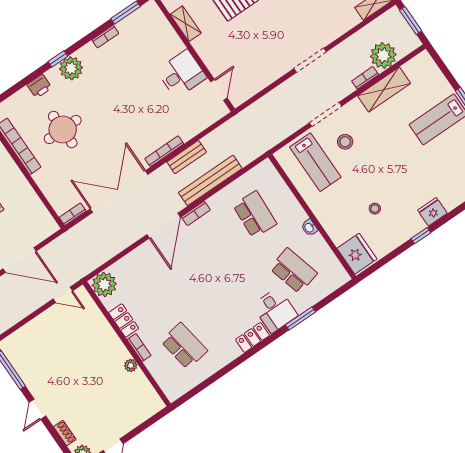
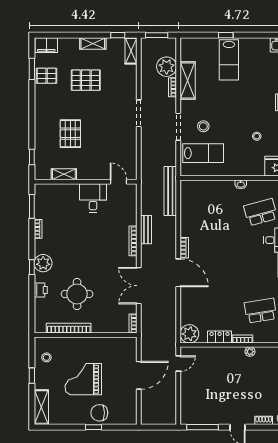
bench: (210, 180) -> (170, 191), moved
double door: (119, 192) -> (139, 286), width x0.73
school desk: (255, 214) -> (210, 212), removed

